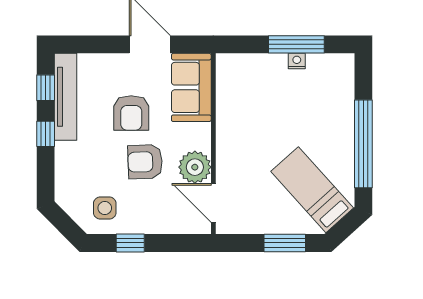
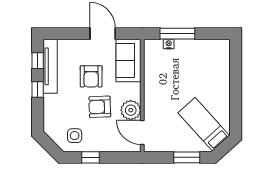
window: (296, 44) -> (177, 34), moved
nightstand: (297, 61) -> (169, 44), moved
window: (363, 144) -> (236, 96), removed

